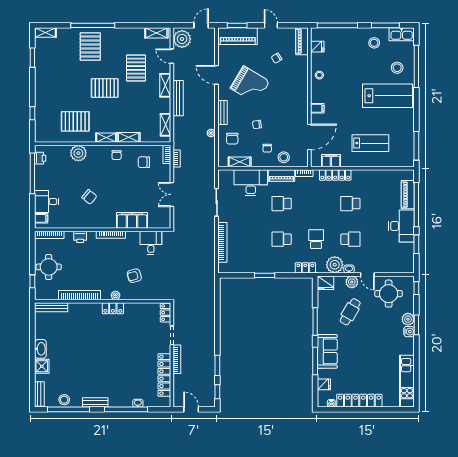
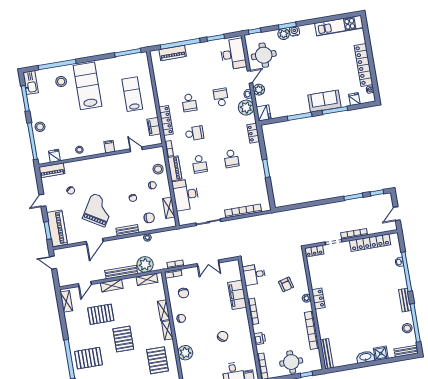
plant: (182, 39) -> (145, 264), moved
stool: (374, 43) -> (40, 127), moved
door: (309, 137) -> (136, 149), width x0.53
desk: (401, 226) -> (233, 54), moved, turned 90
school desk: (316, 239) -> (194, 133), moved, turned 180
cafe table: (350, 312) -> (286, 87), removed

